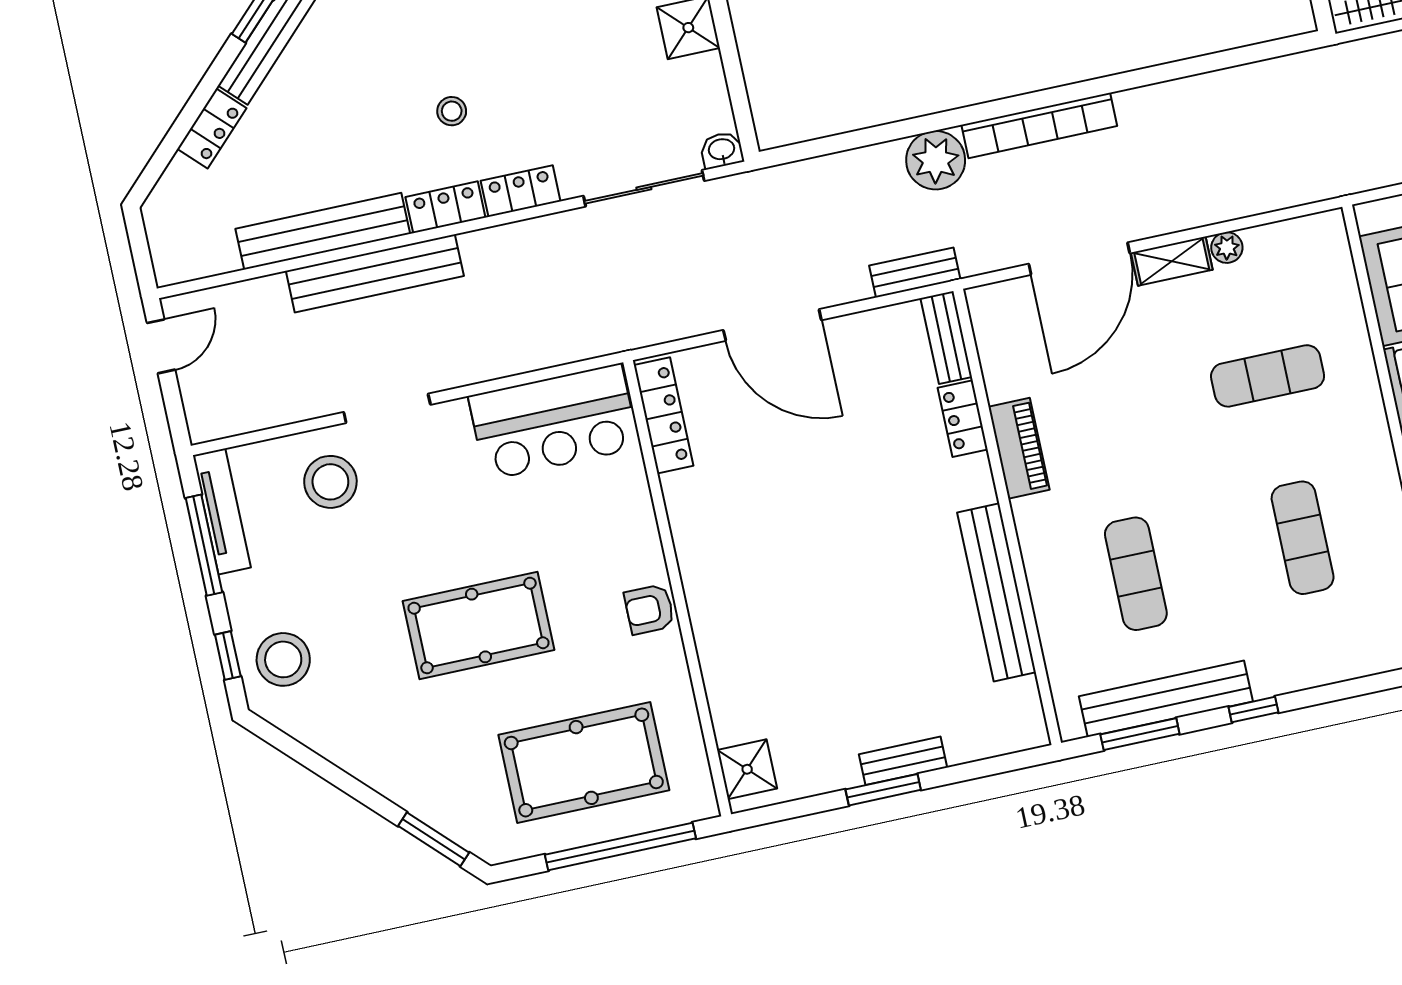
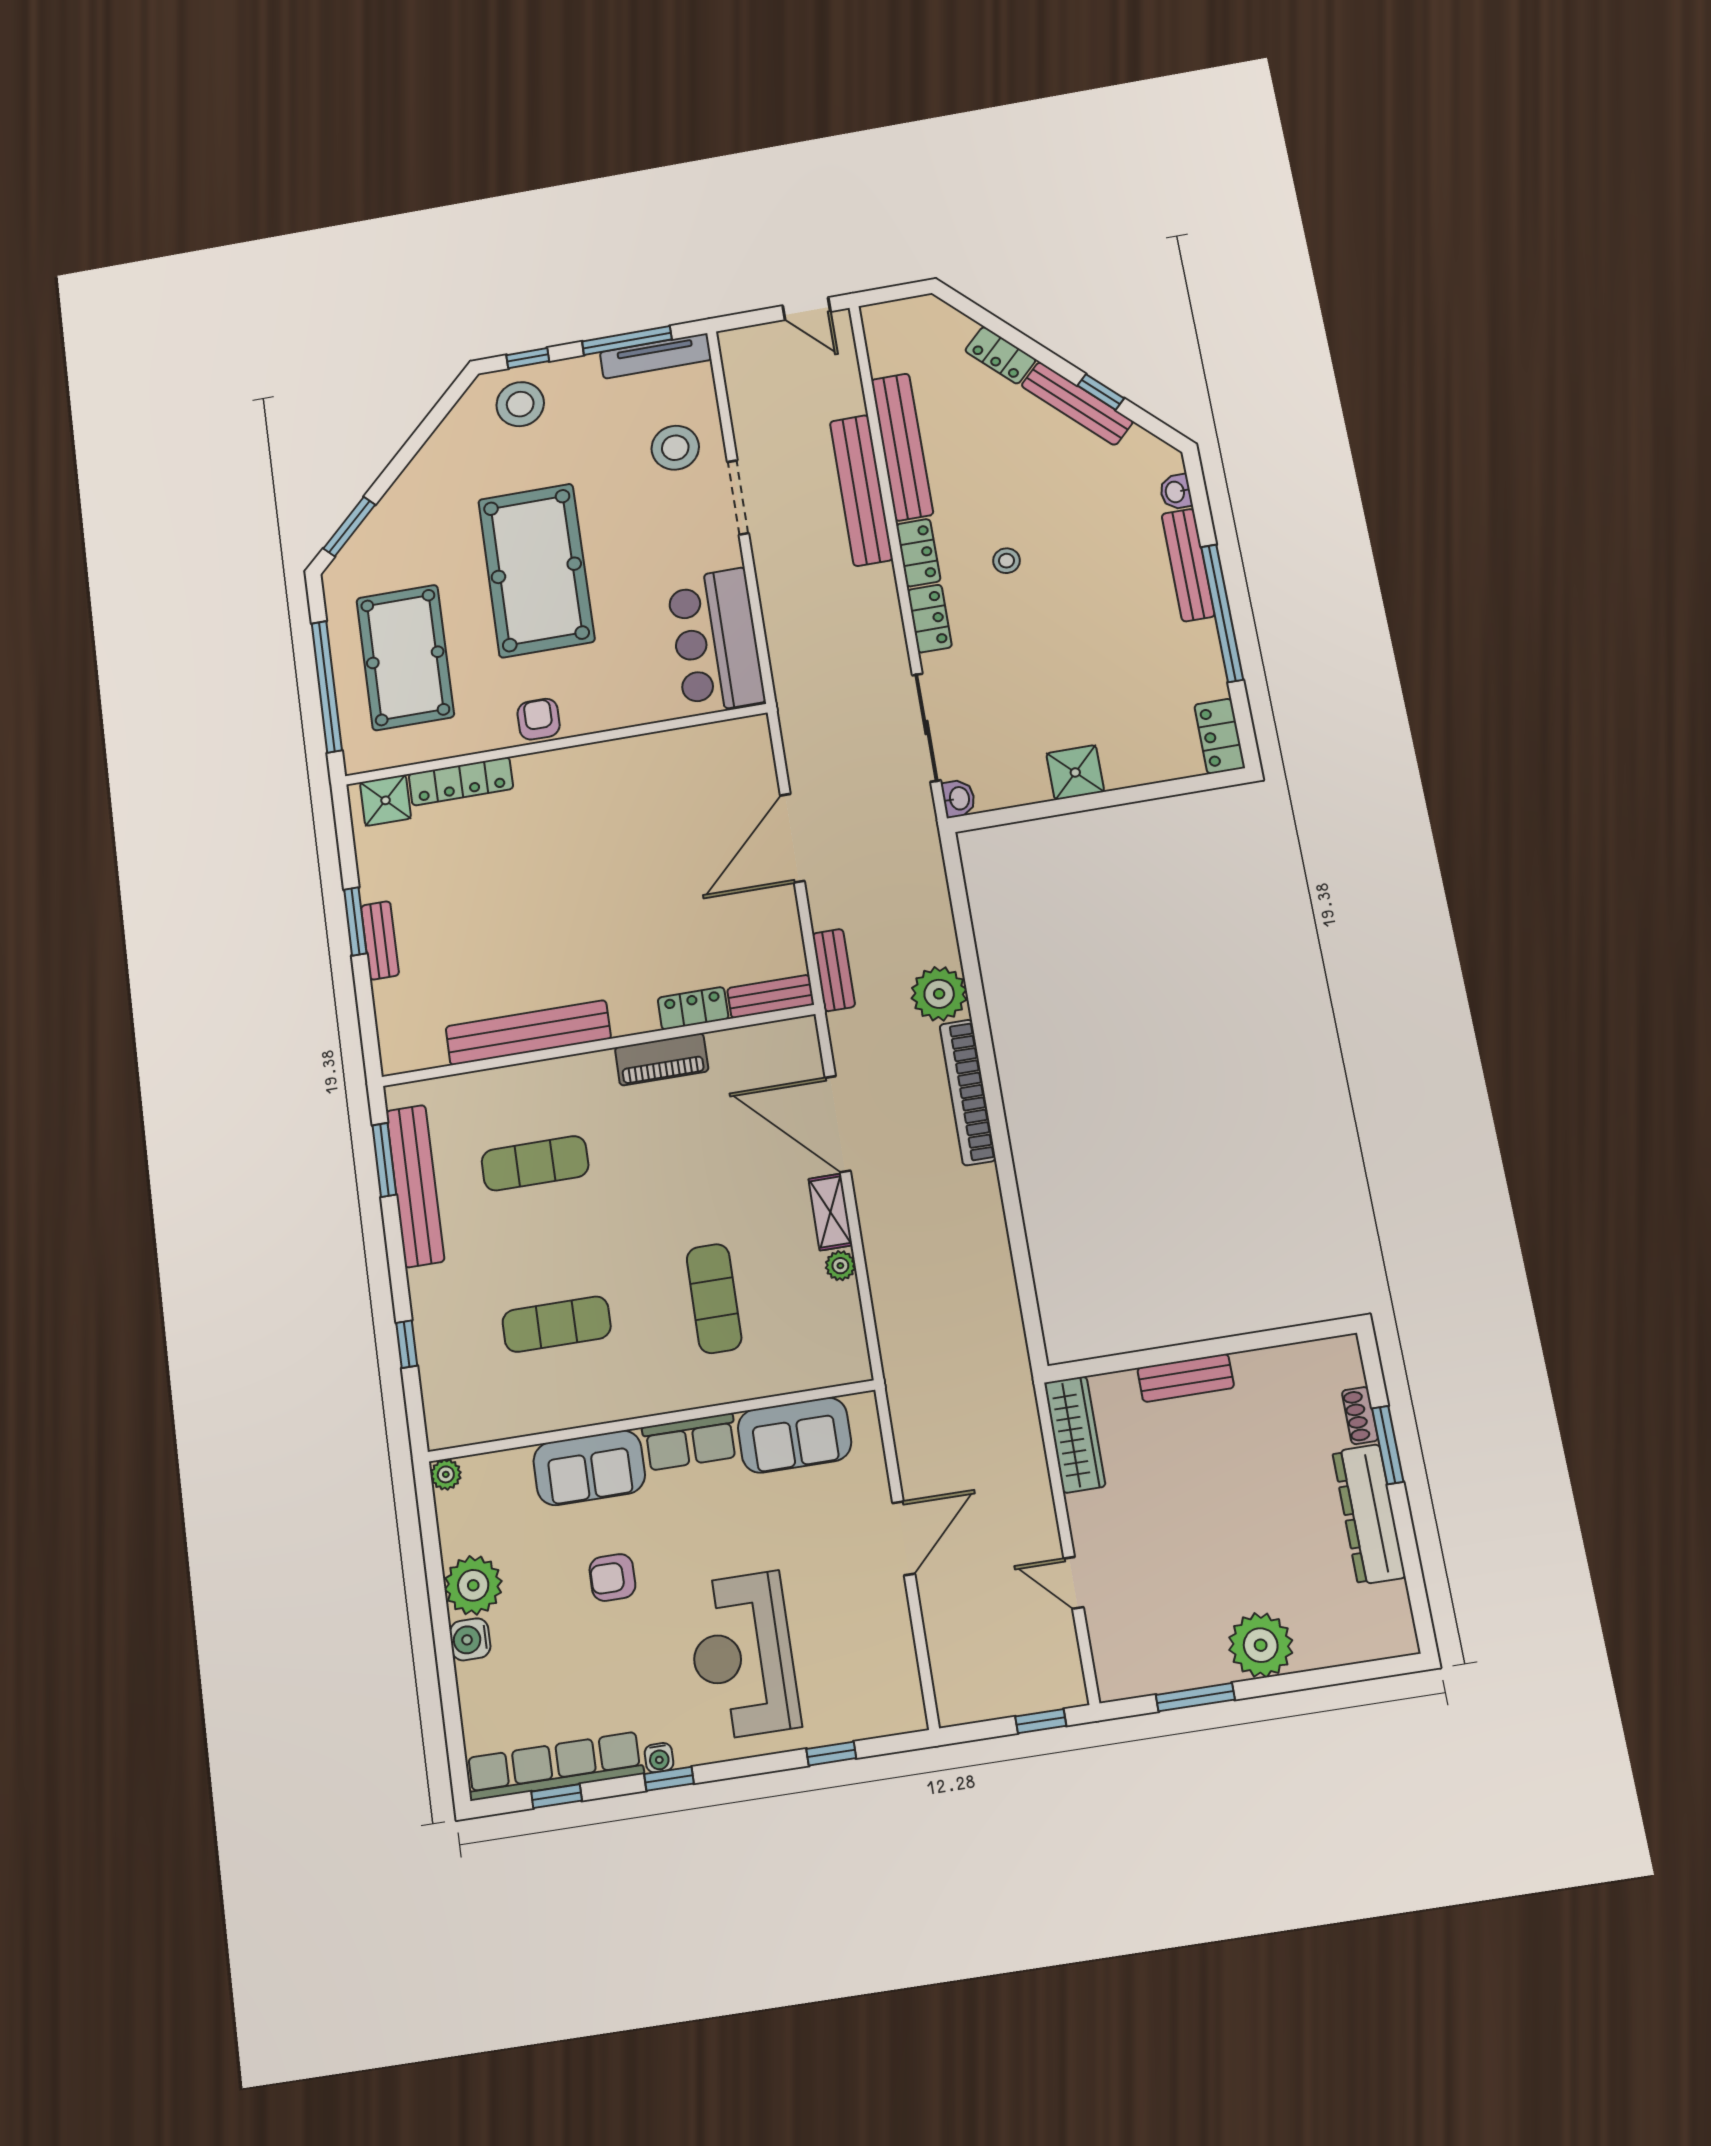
locker: (664, 415) -> (461, 781), moved
pool table: (478, 625) -> (536, 570), width x1.36, depth x1.32
window: (1253, 710) -> (407, 1344), moved

